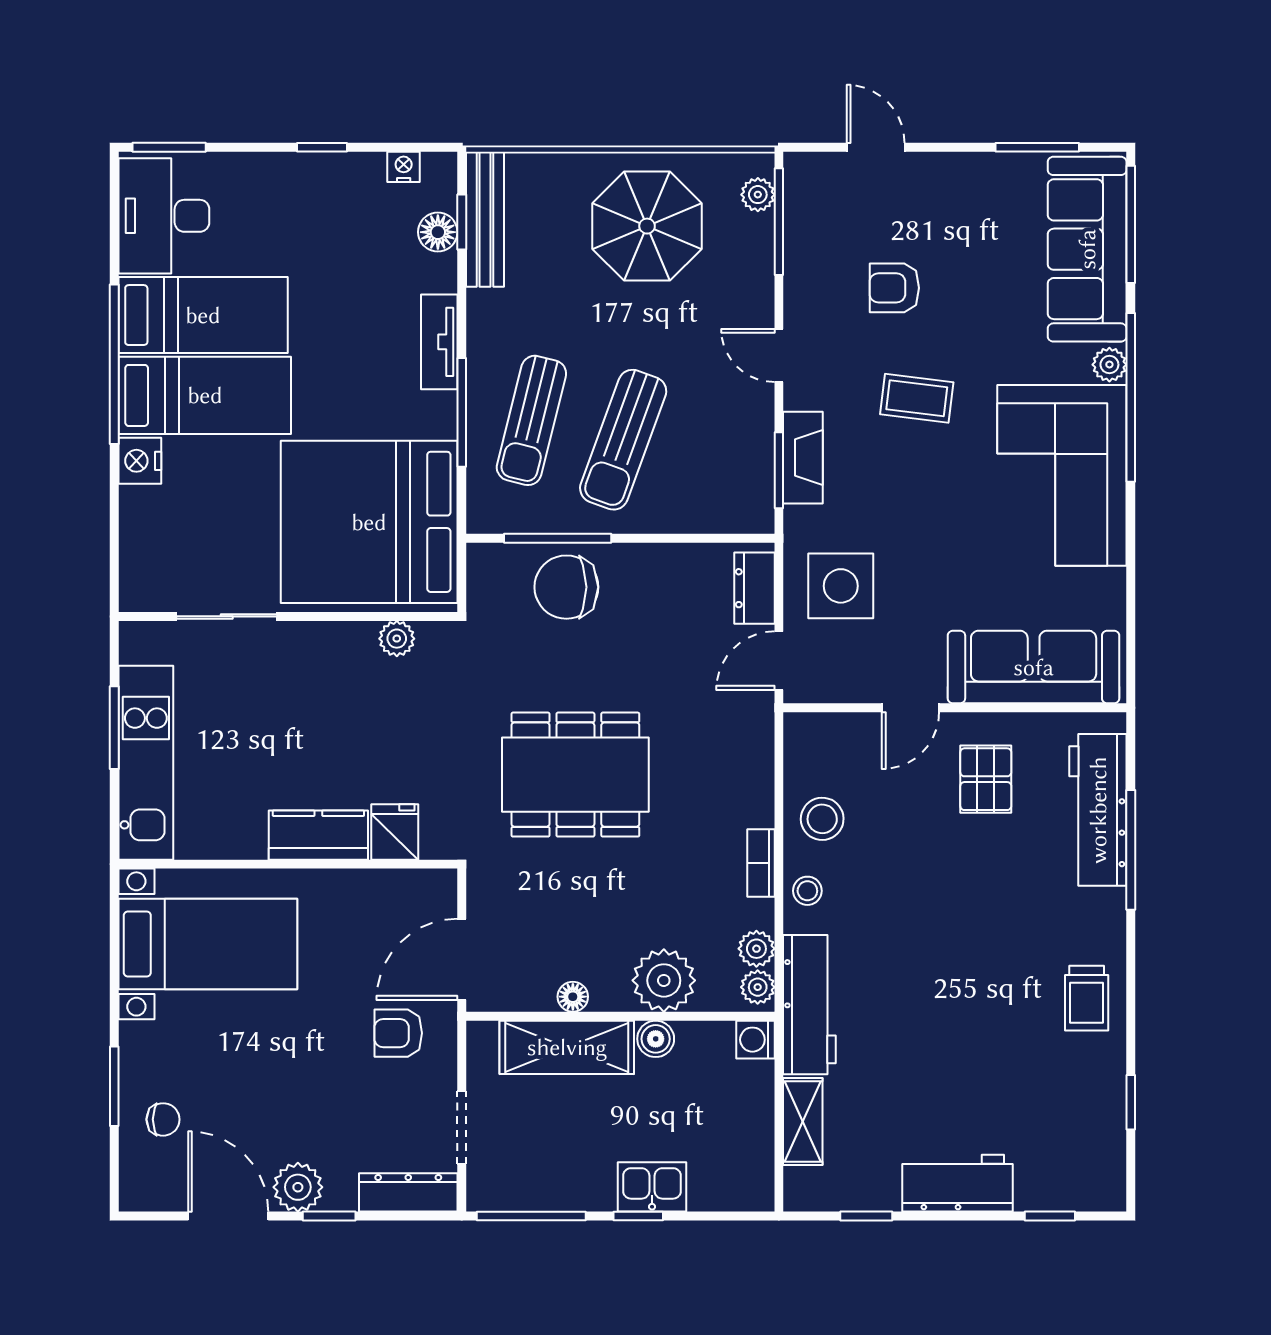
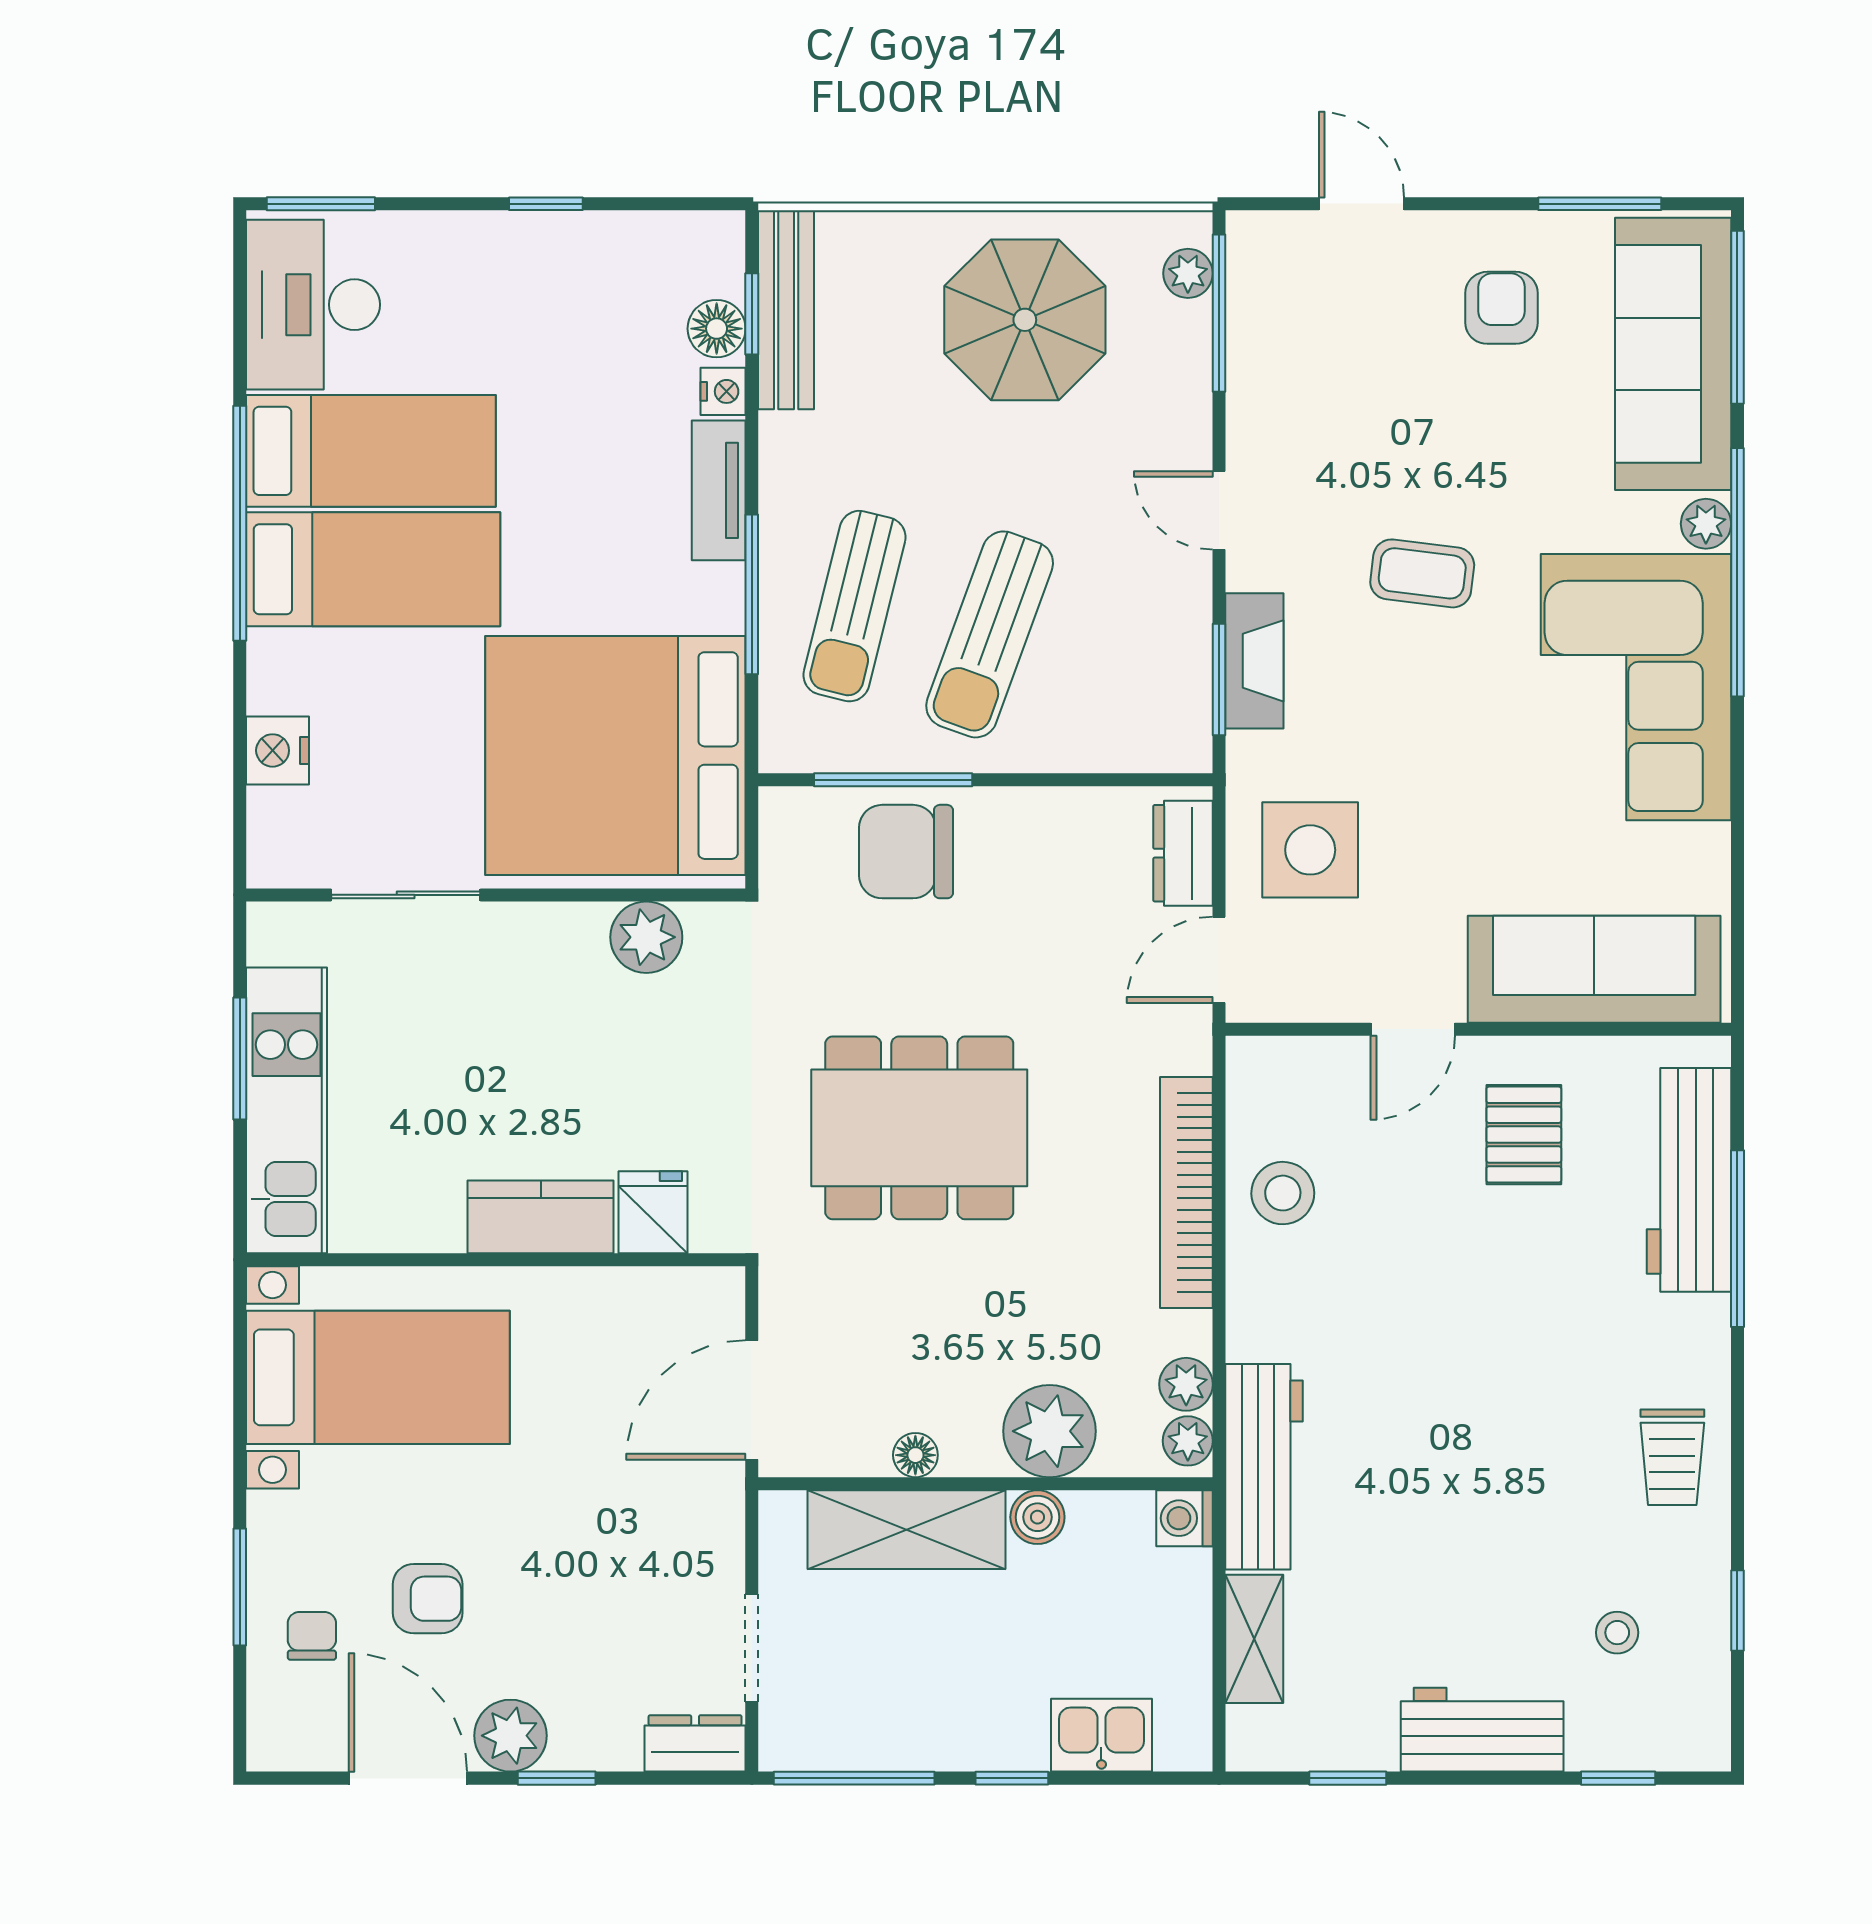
nightstand: (404, 167) -> (723, 391), moved, turned 90
armchair: (894, 288) -> (1502, 308), moved, turned 90
nightstand: (140, 461) -> (278, 750), moved
plant: (397, 639) -> (646, 937), width x1.38, depth x1.38
bookcase: (761, 863) -> (1186, 1192), width x2.31, depth x1.31
stool: (807, 891) -> (1617, 1633), moved
armchair: (398, 1033) -> (428, 1599), moved, turned 180
chair: (163, 1119) -> (312, 1636), turned -90
kitchen sink: (652, 1187) -> (1101, 1735), moved
dresser: (408, 1192) -> (695, 1743), width x0.70

